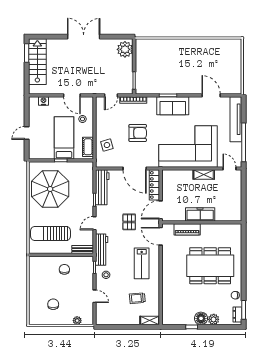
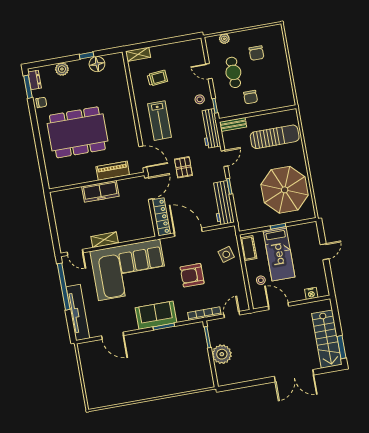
double door: (84, 37) -> (294, 376), moved
plant: (125, 49) -> (222, 354), moved
lab bench: (142, 263) -> (160, 121), turned 180
cafe table: (75, 292) -> (233, 72), added
floor lamp: (201, 318) -> (97, 64), moved

